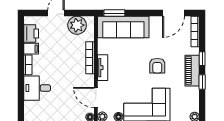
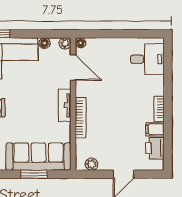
window: (114, 13) -> (34, 174), moved
plant: (77, 25) -> (92, 164), width x0.53, depth x0.53
desk: (37, 88) -> (147, 59), moved

